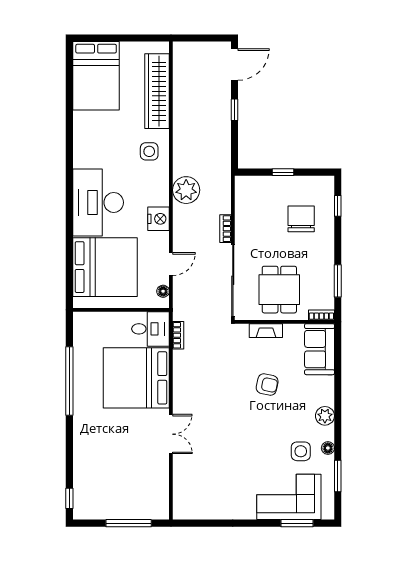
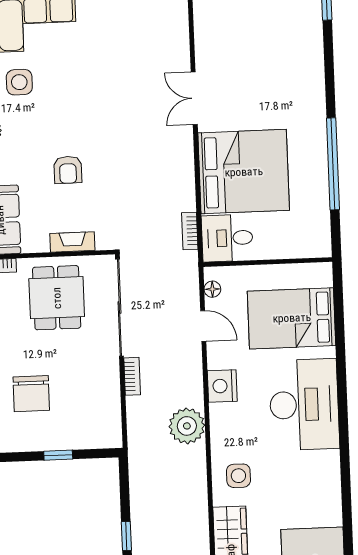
door: (171, 264) -> (203, 326), swing flipped
bed: (105, 267) -> (292, 318), width x0.73
armchair: (267, 385) -> (68, 170), turned -102

